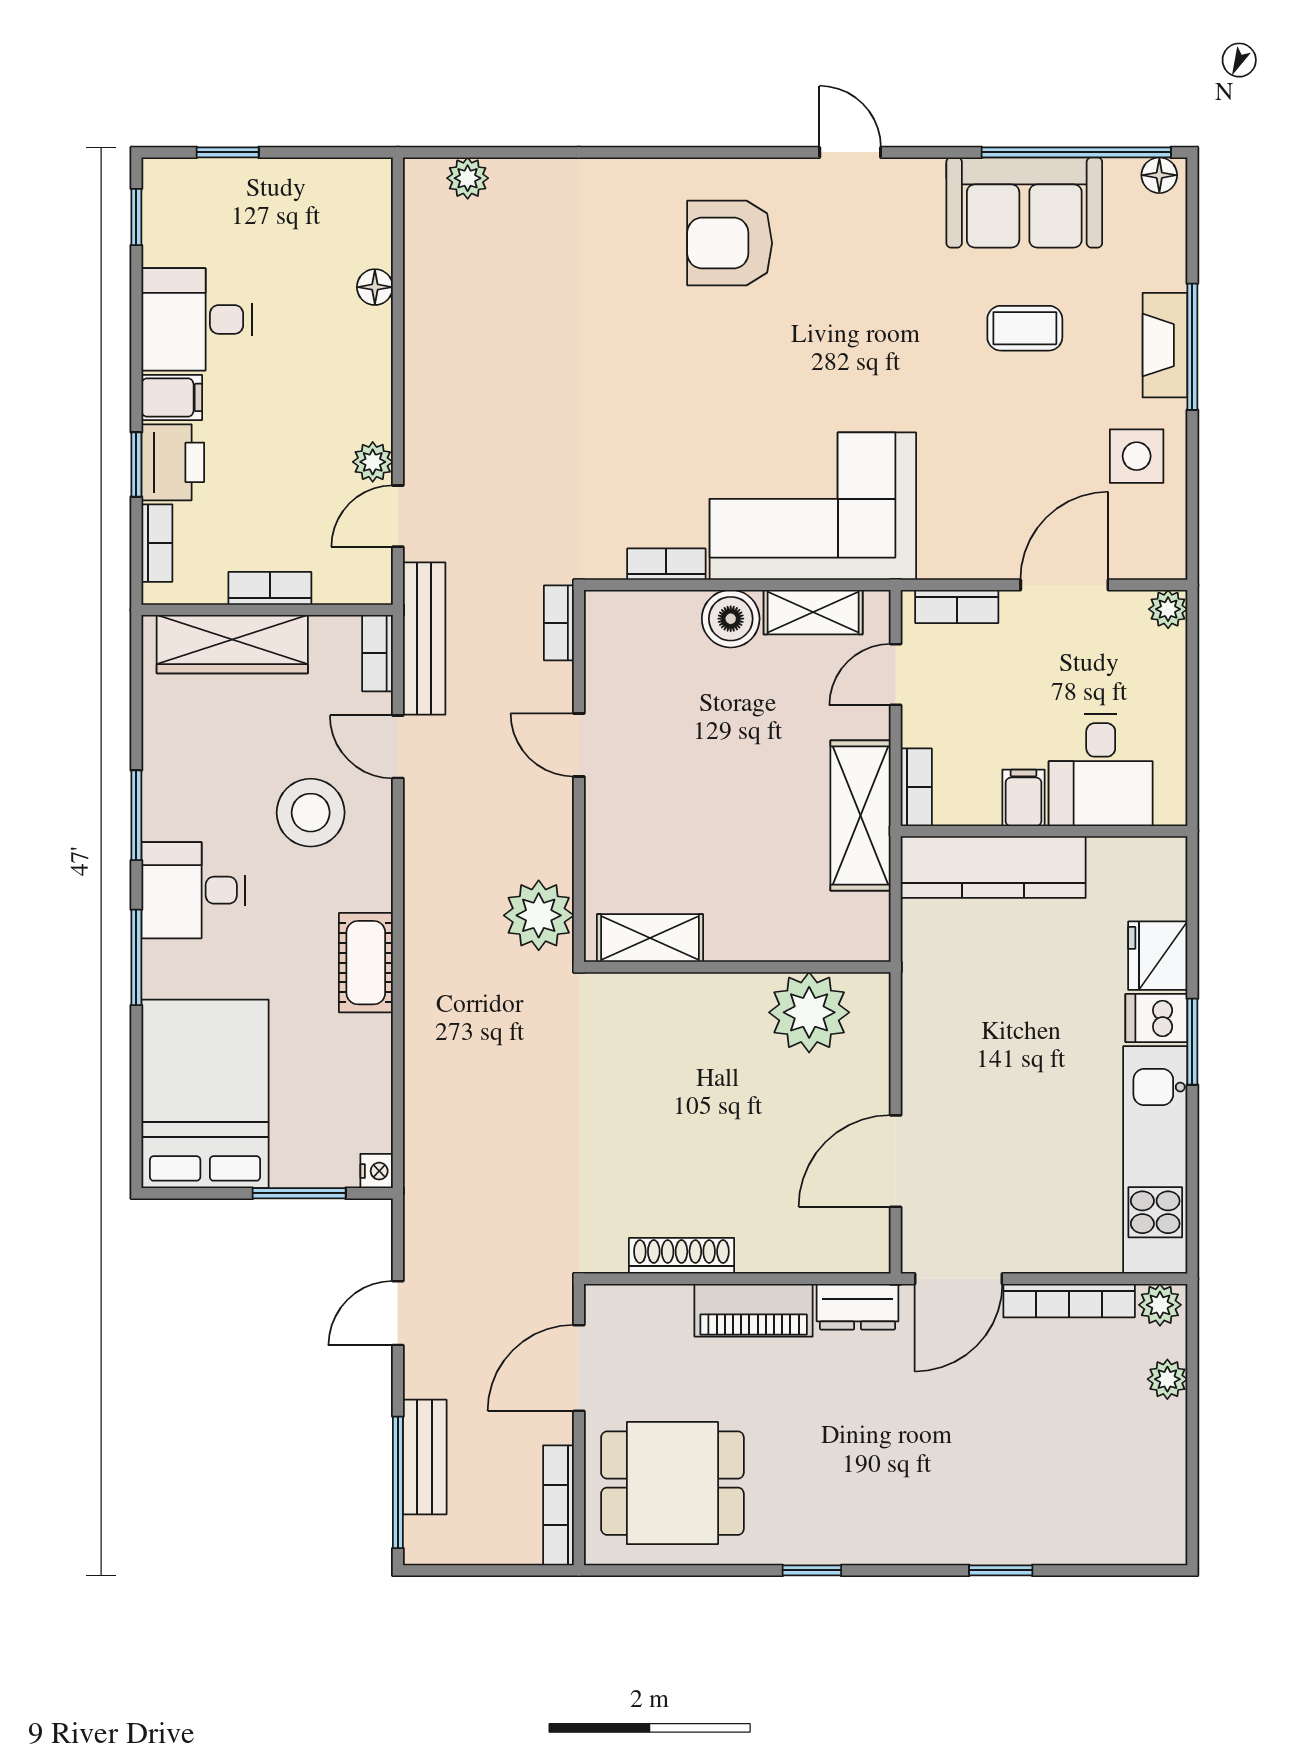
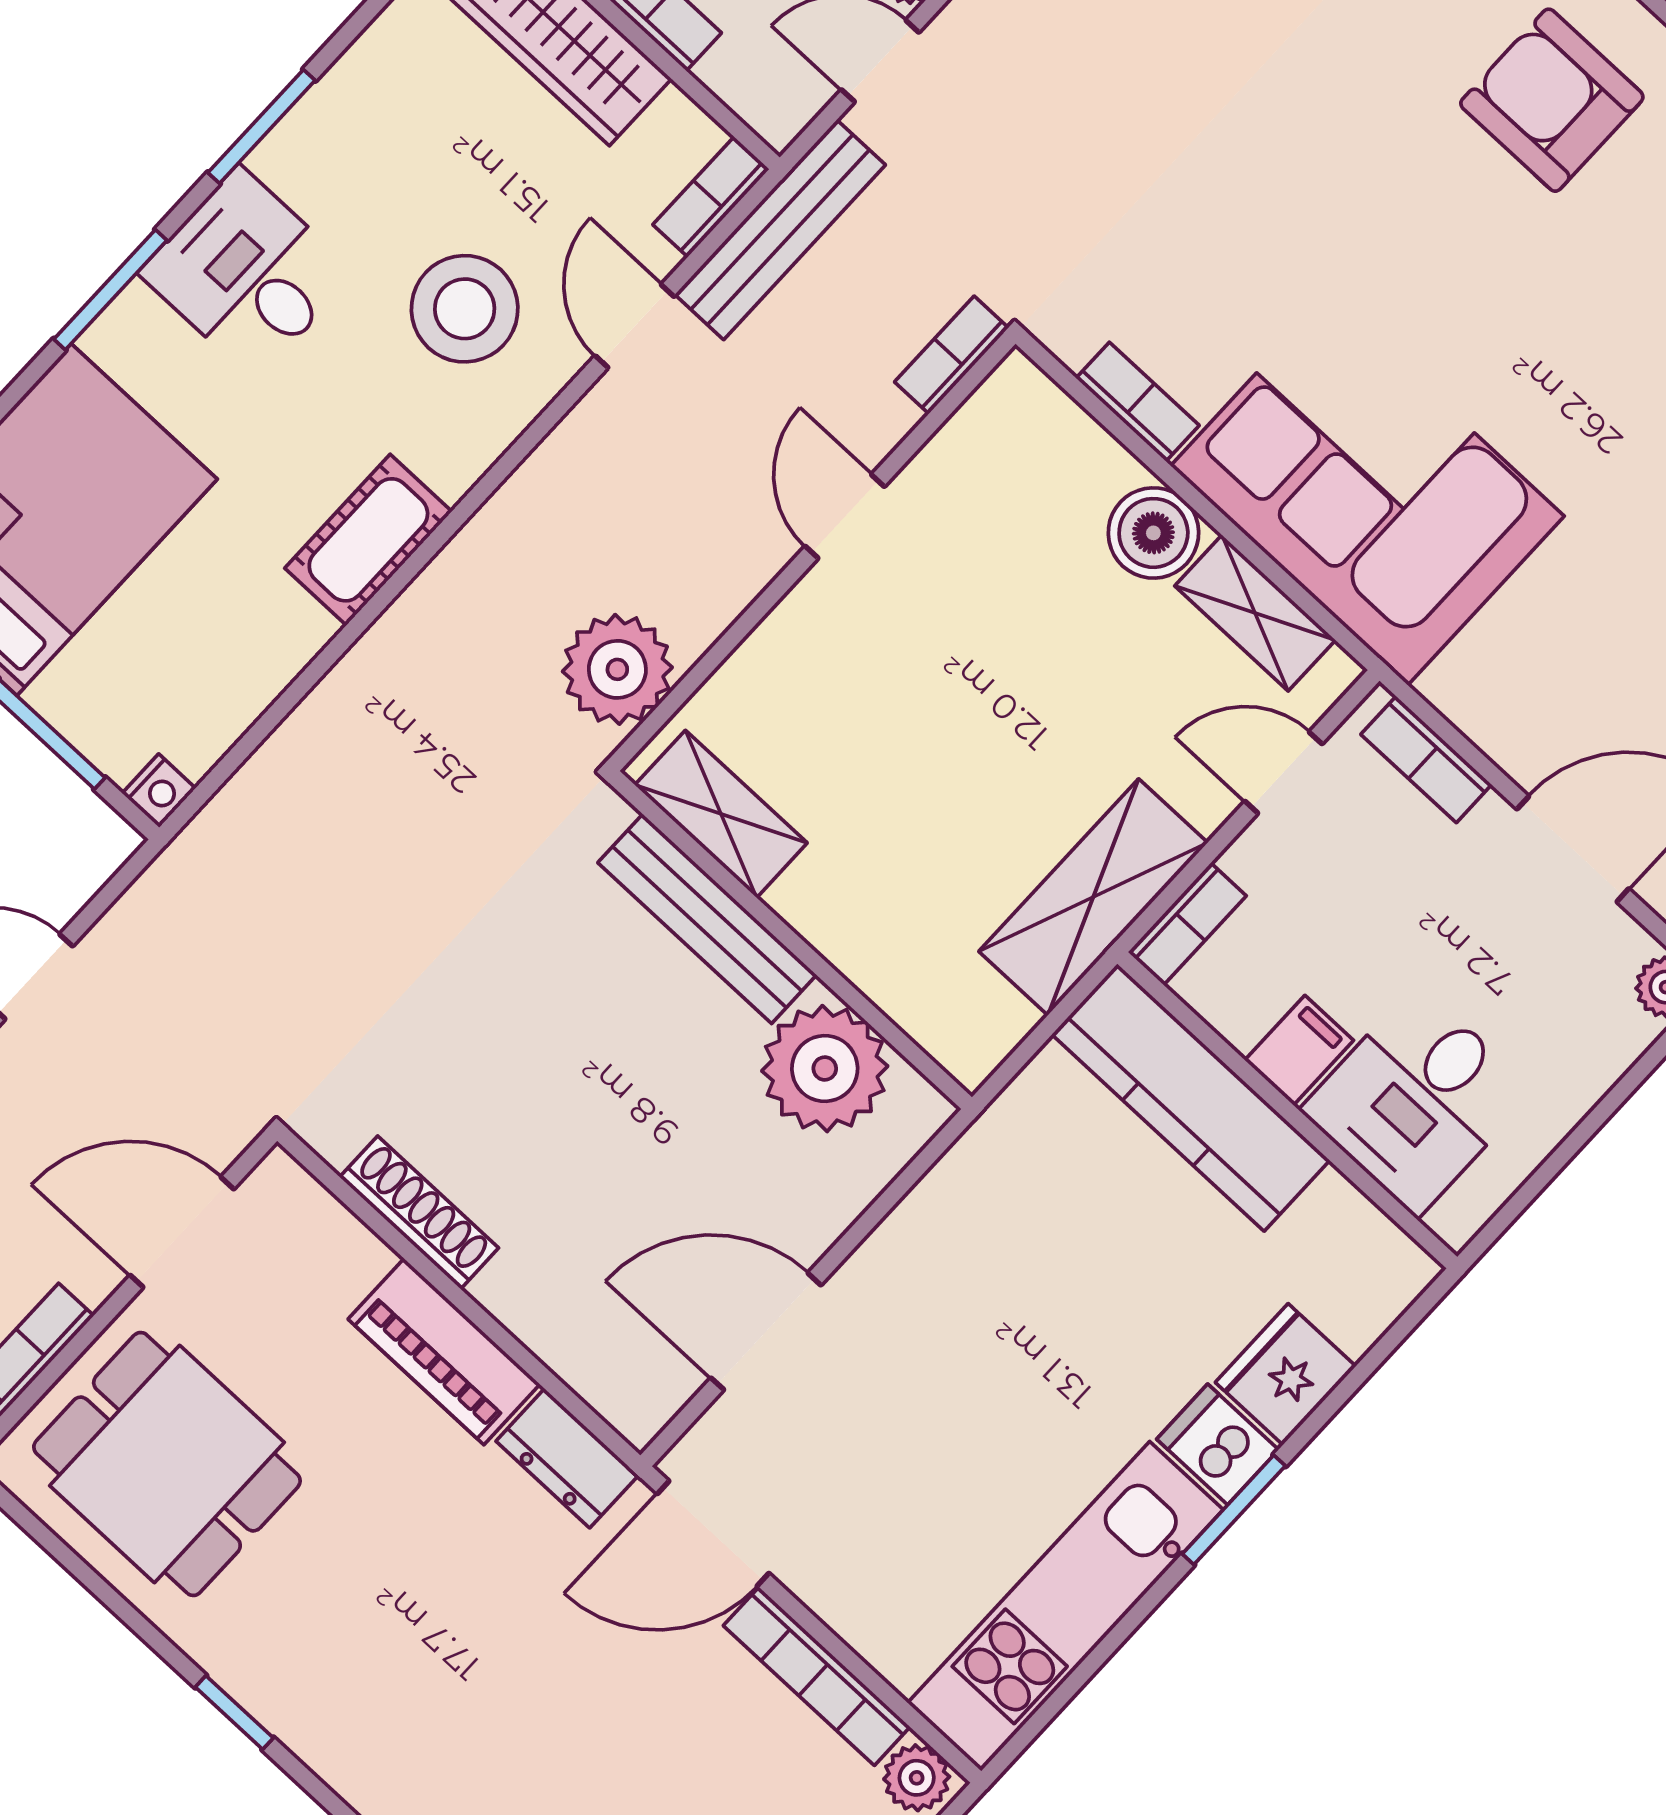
bench: (689, 993) -> (707, 919), added

